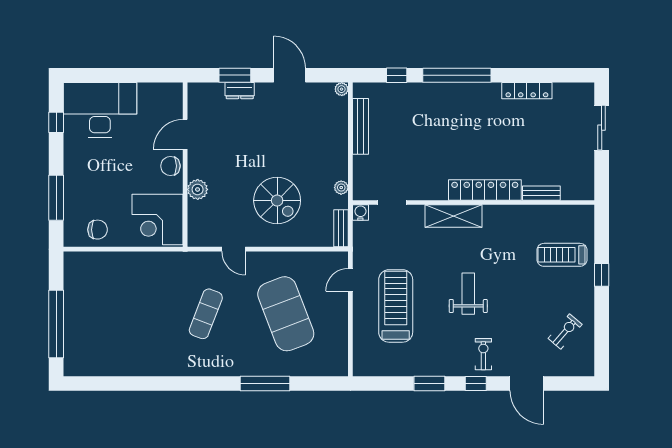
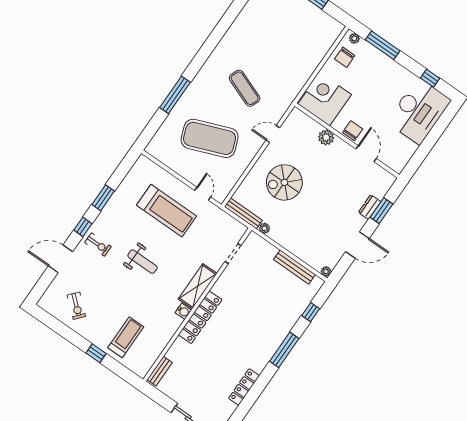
window: (457, 75) -> (284, 350), width x0.68
bench: (541, 193) -> (160, 371), moved
water cooler: (360, 212) -> (183, 311), moved
bench: (341, 228) -> (243, 213), width x1.36
plant: (70, 233) -> (354, 38), added

